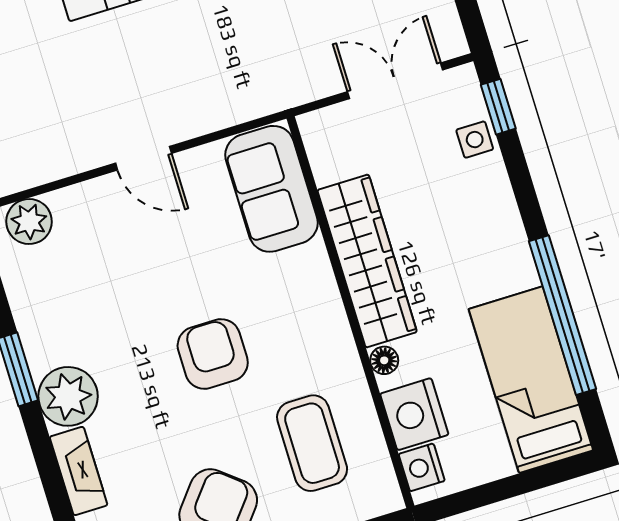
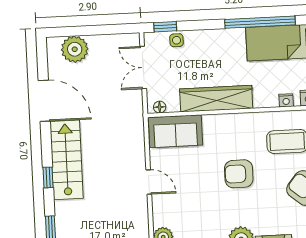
door: (143, 158) -> (149, 182), hinge flipped
floor lamp: (384, 360) -> (160, 107), moved
nightstand: (414, 414) -> (286, 100), width x0.53, depth x0.56

